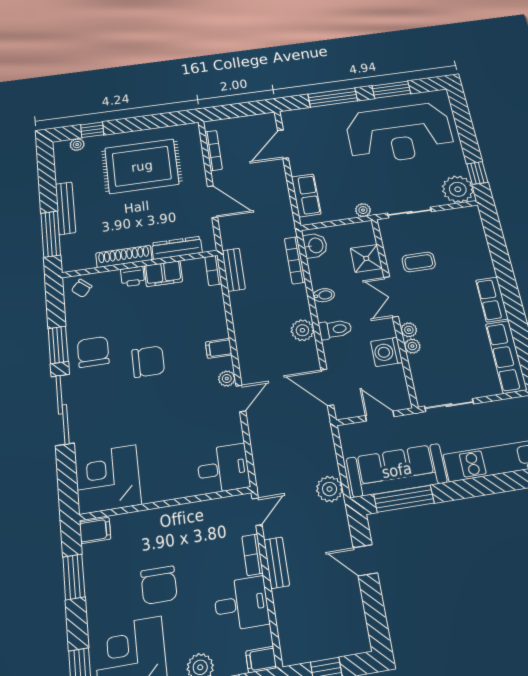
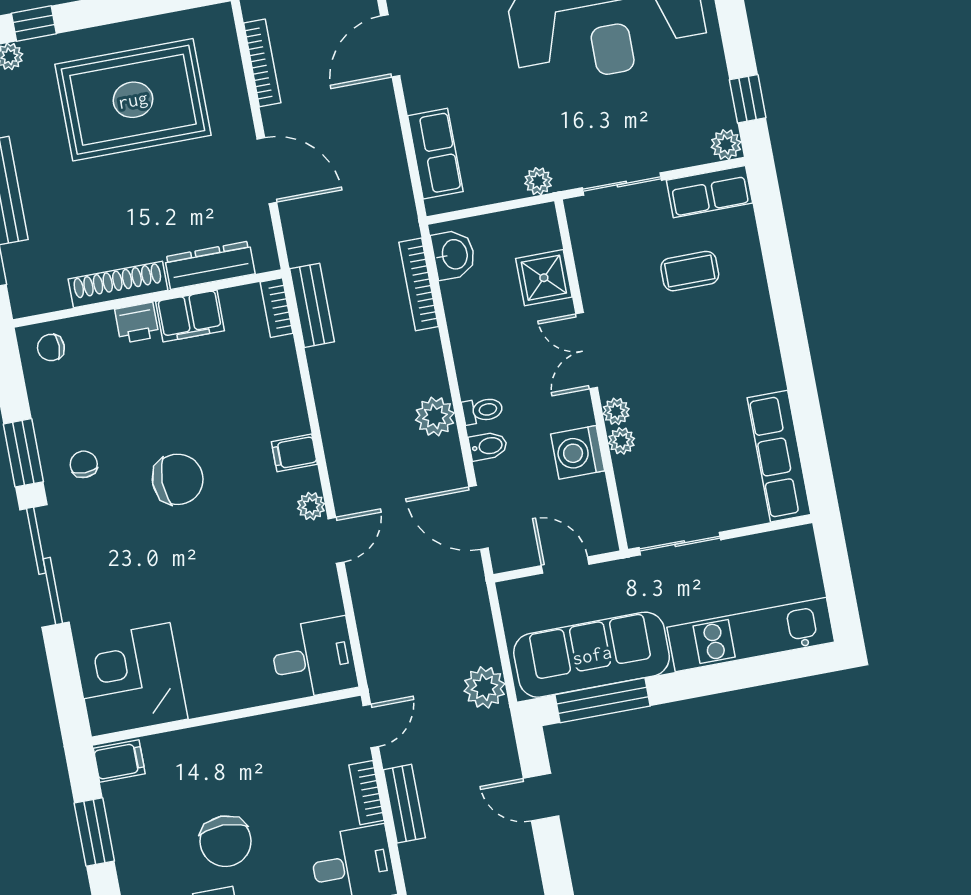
plant: (458, 189) -> (726, 145), width x0.53, depth x0.53
coffee table: (419, 262) -> (690, 271), moved
chair: (82, 288) -> (51, 348), turned 49
bidet: (324, 295) -> (488, 446), moved
row of seats: (492, 299) -> (709, 192), moved, turned -90
toilet: (335, 329) -> (483, 410), width x0.73, depth x0.72
chair: (93, 352) -> (84, 464), width x0.54, depth x0.54

